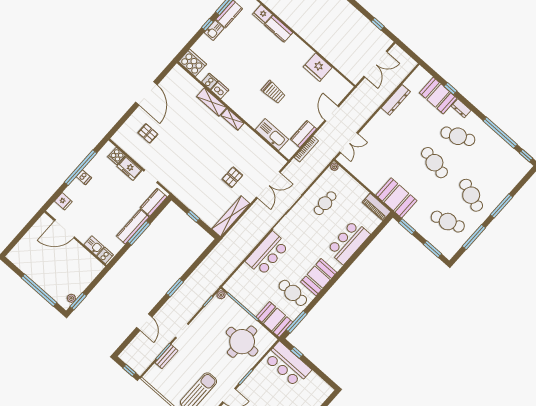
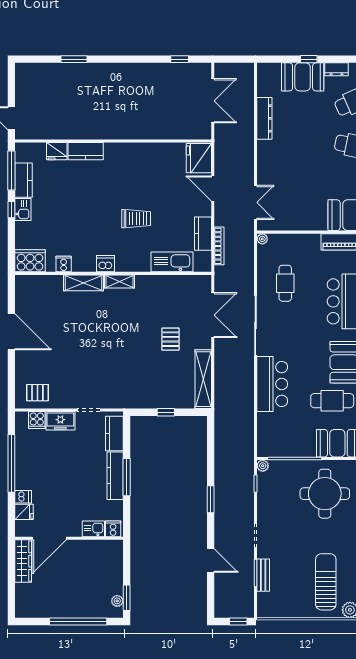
fridge: (318, 67) -> (199, 158), moved, turned 90
dishwasher: (220, 90) -> (106, 264), moved
pallet: (148, 133) -> (37, 393), moved
dishwasher: (84, 177) -> (23, 497), moved
wardrobe: (38, 229) -> (23, 561), added

